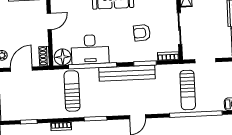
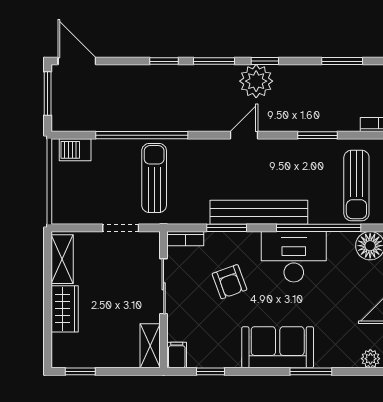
armchair: (142, 33) -> (230, 282), turned 74
desk: (90, 49) -> (294, 257), moved

